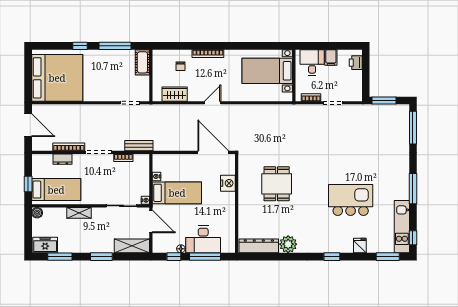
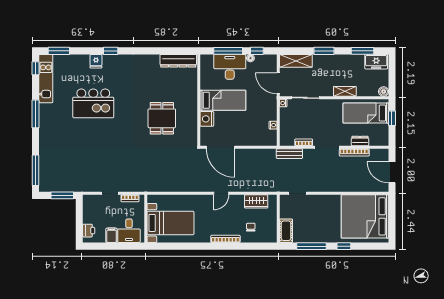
bed: (177, 193) -> (223, 100), moved, turned 180
plant: (288, 244) -> (151, 62), removed
fridge: (360, 245) -> (96, 61), moved

